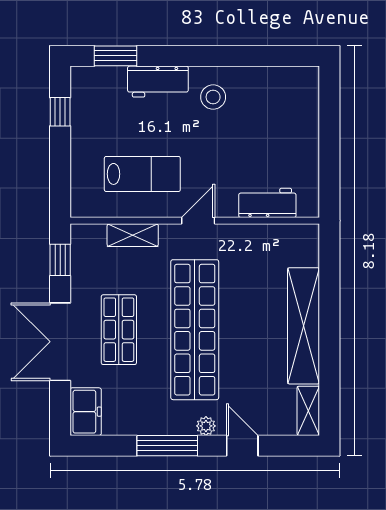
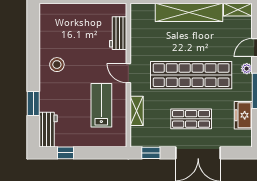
window: (116, 56) -> (33, 104), moved
workbench: (158, 82) -> (48, 130), moved
freezer: (86, 412) -> (243, 115), moved, turned -90

